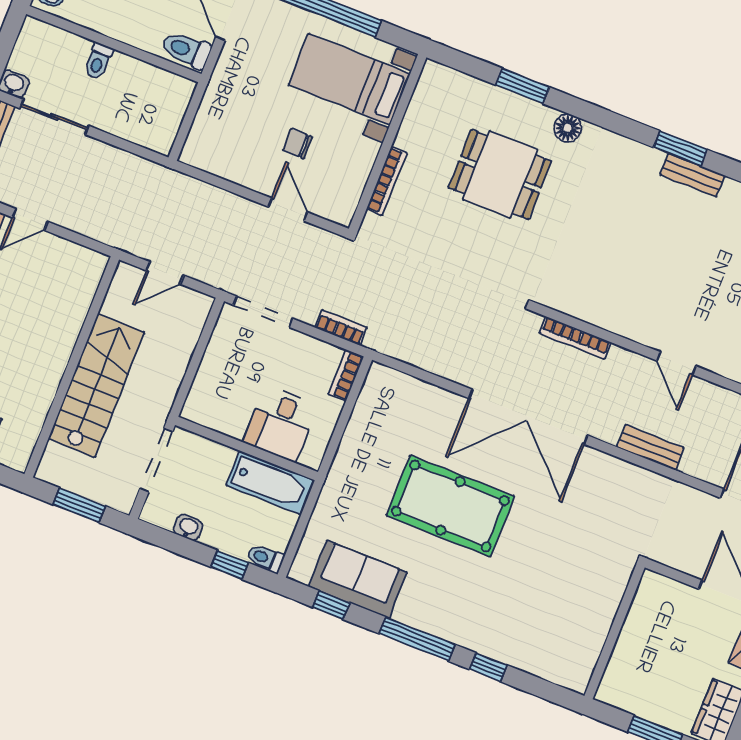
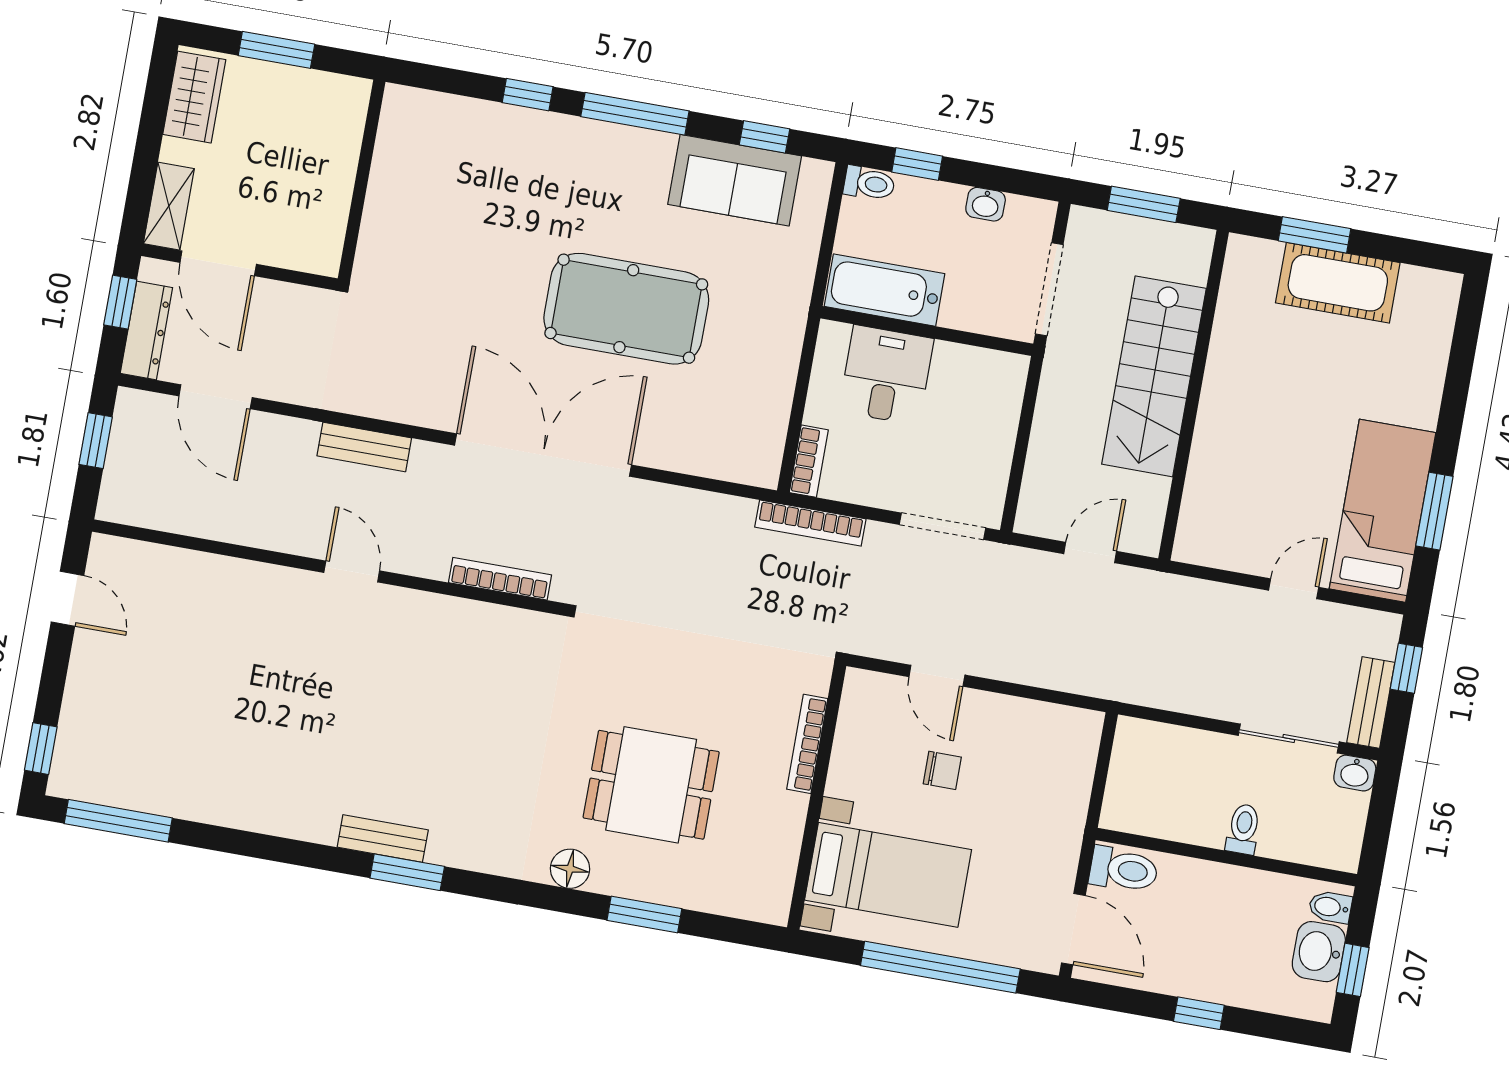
bookcase: (341, 327) -> (810, 523), width x1.56

